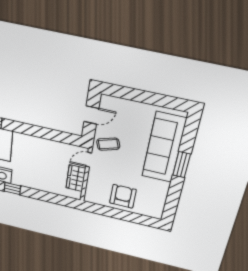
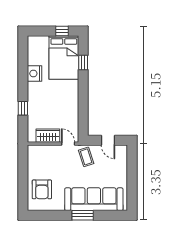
window: (12, 189) -> (23, 108), moved
armchair: (123, 196) -> (42, 189), moved, turned 90

